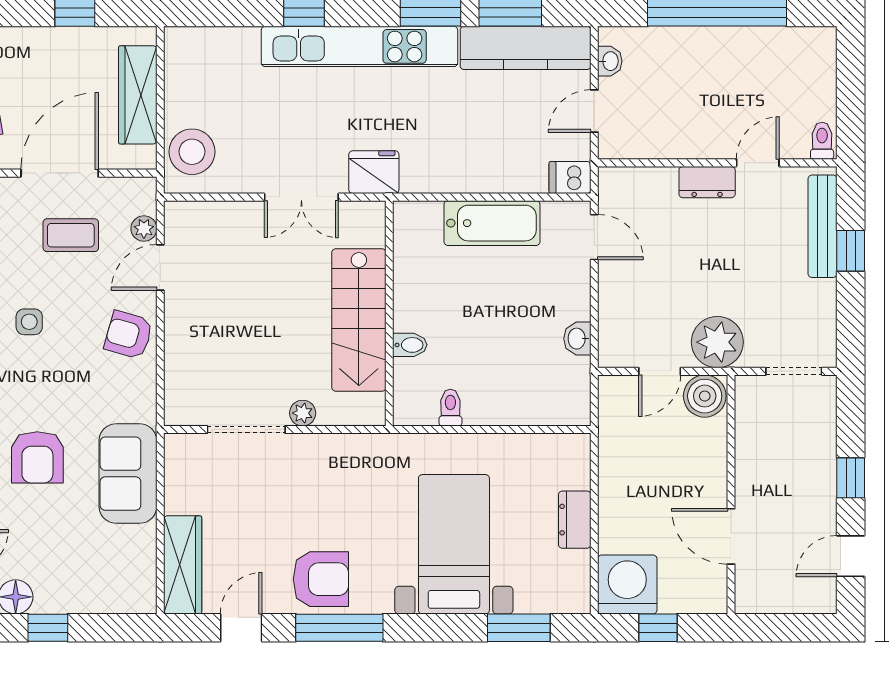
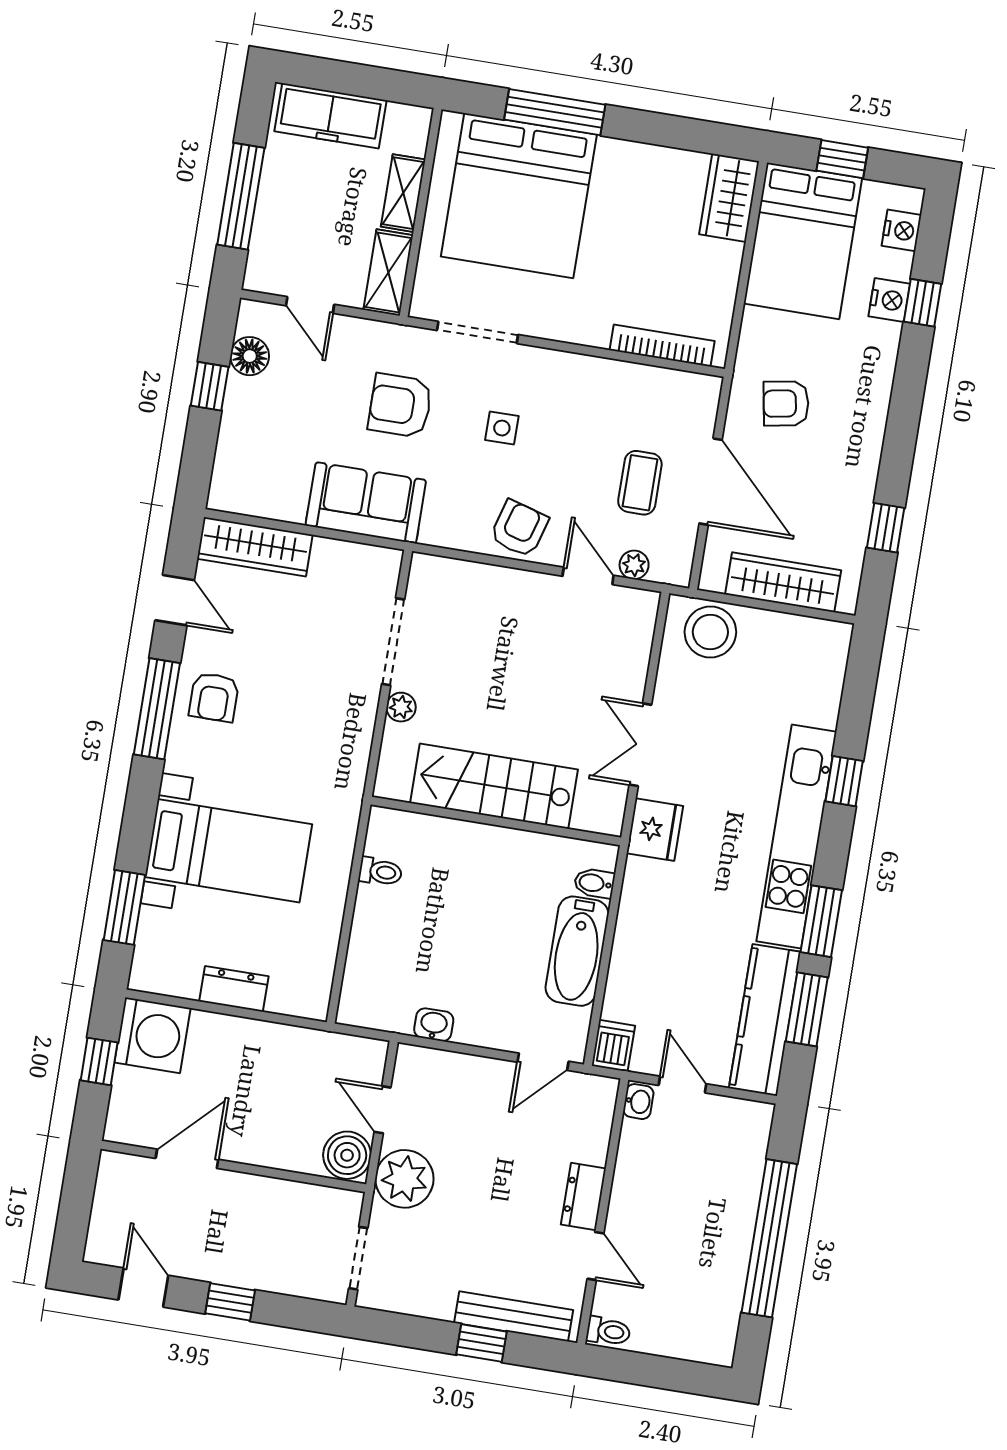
washbasin: (610, 61) -> (638, 1102), moved, turned -90
side table: (29, 322) -> (502, 428), moved
bidet: (410, 345) -> (594, 883), moved, turned 90
armchair: (321, 579) -> (214, 697), width x0.72, depth x0.72

